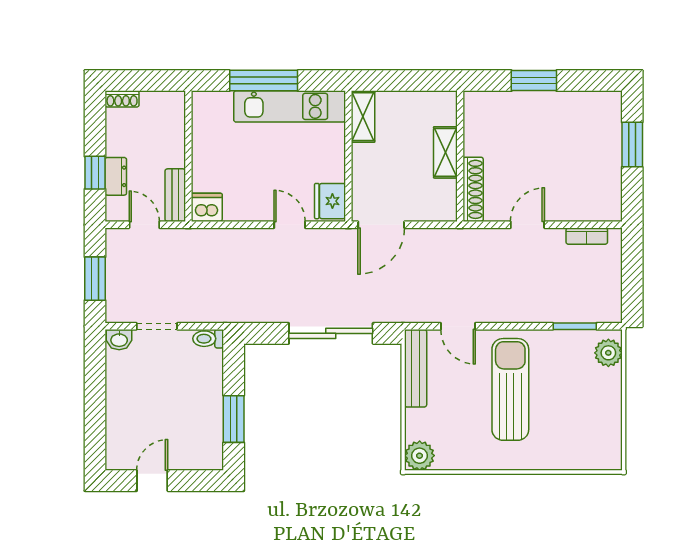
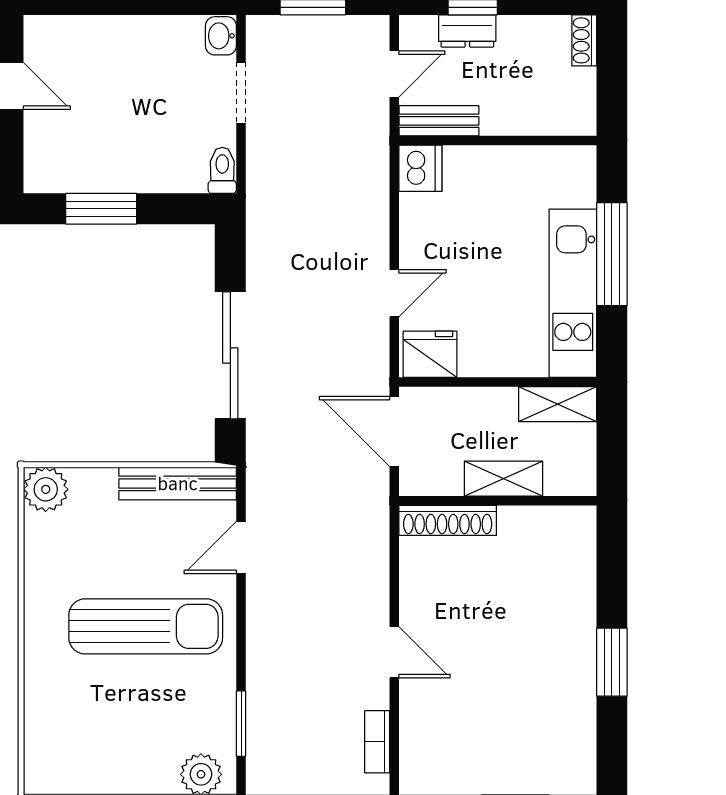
shelving: (445, 152) -> (503, 479), moved
wall: (460, 156) -> (498, 501), moved
shoe rack: (473, 189) -> (448, 520), moved

